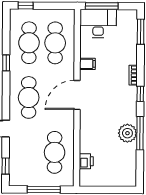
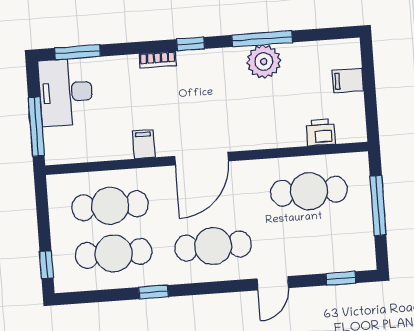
desk: (98, 23) -> (66, 92), moved
door: (77, 95) -> (202, 159), hinge flipped
filing cabinet: (113, 178) -> (348, 80), added

